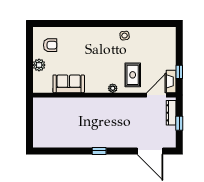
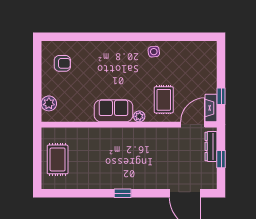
plant: (39, 65) -> (49, 103), moved
sofa: (69, 84) -> (113, 111), moved
rug: (46, 123) -> (58, 159), added

